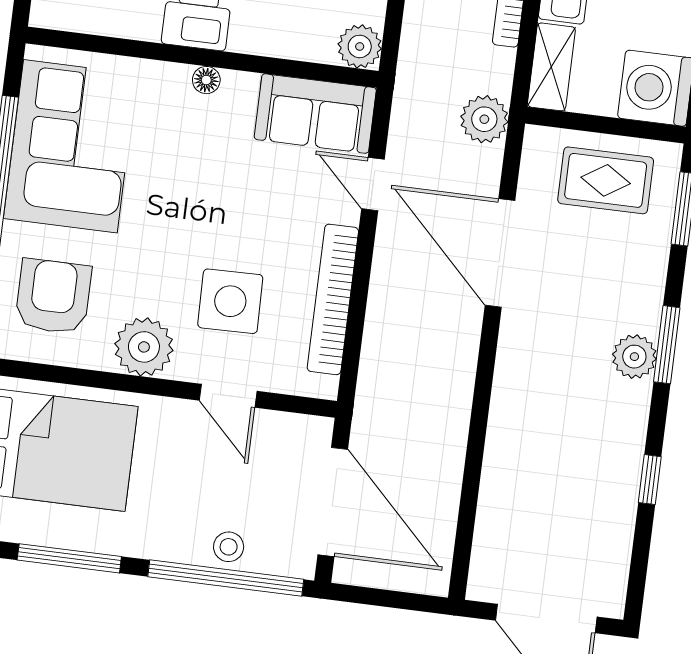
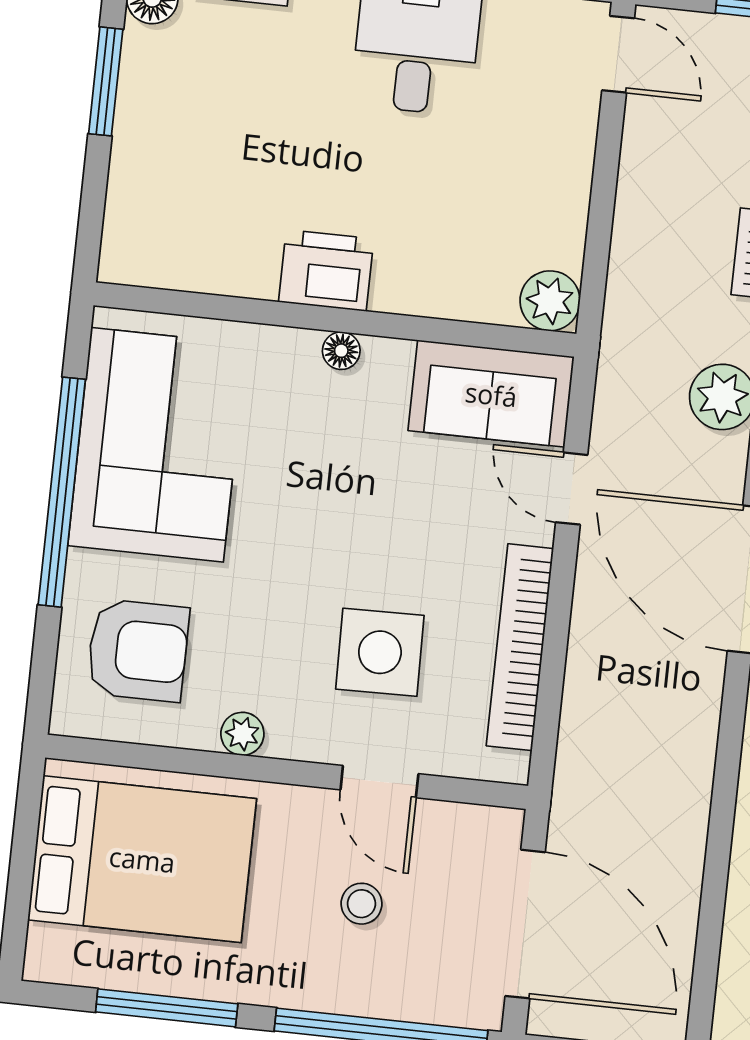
armchair: (53, 296) -> (138, 650), turned 90
plant: (144, 347) -> (242, 734), width x0.53, depth x0.53
stool: (229, 547) -> (361, 904), moved

